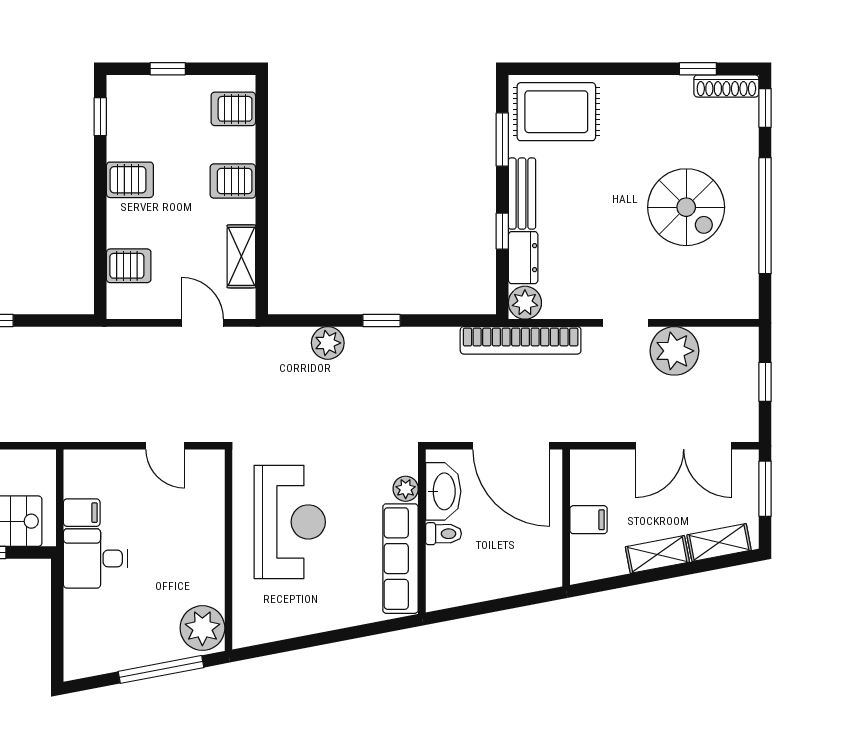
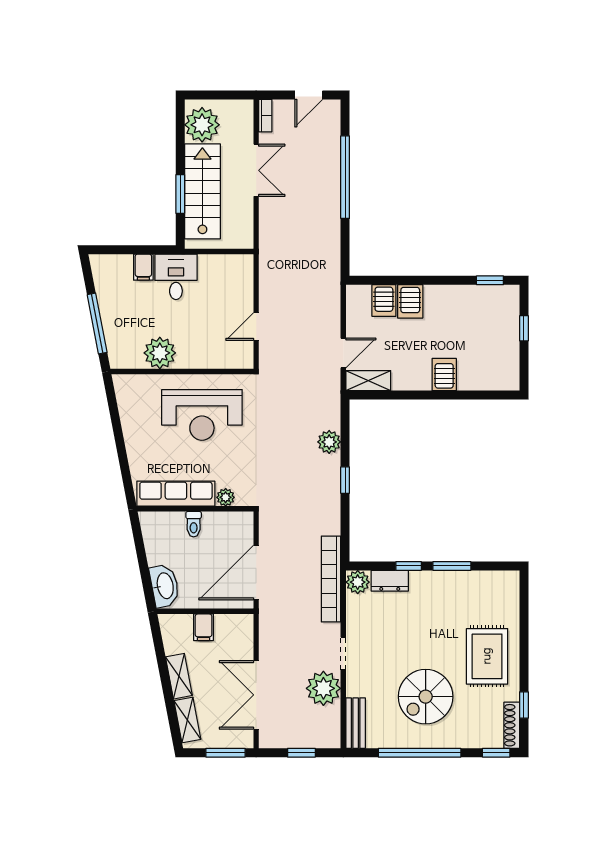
server rack: (233, 109) -> (495, 375), removed
rug: (556, 112) -> (487, 656), moved
window: (502, 140) -> (452, 566), moved
server rack: (130, 180) -> (410, 301), moved
bench: (522, 194) -> (356, 723), moved, turned 90
shelving: (241, 256) -> (368, 381), moved
washbasin: (443, 491) -> (165, 586), moved, turned -101
filing cabinet: (82, 513) -> (143, 267), moved
plant: (202, 628) -> (160, 353), moved

